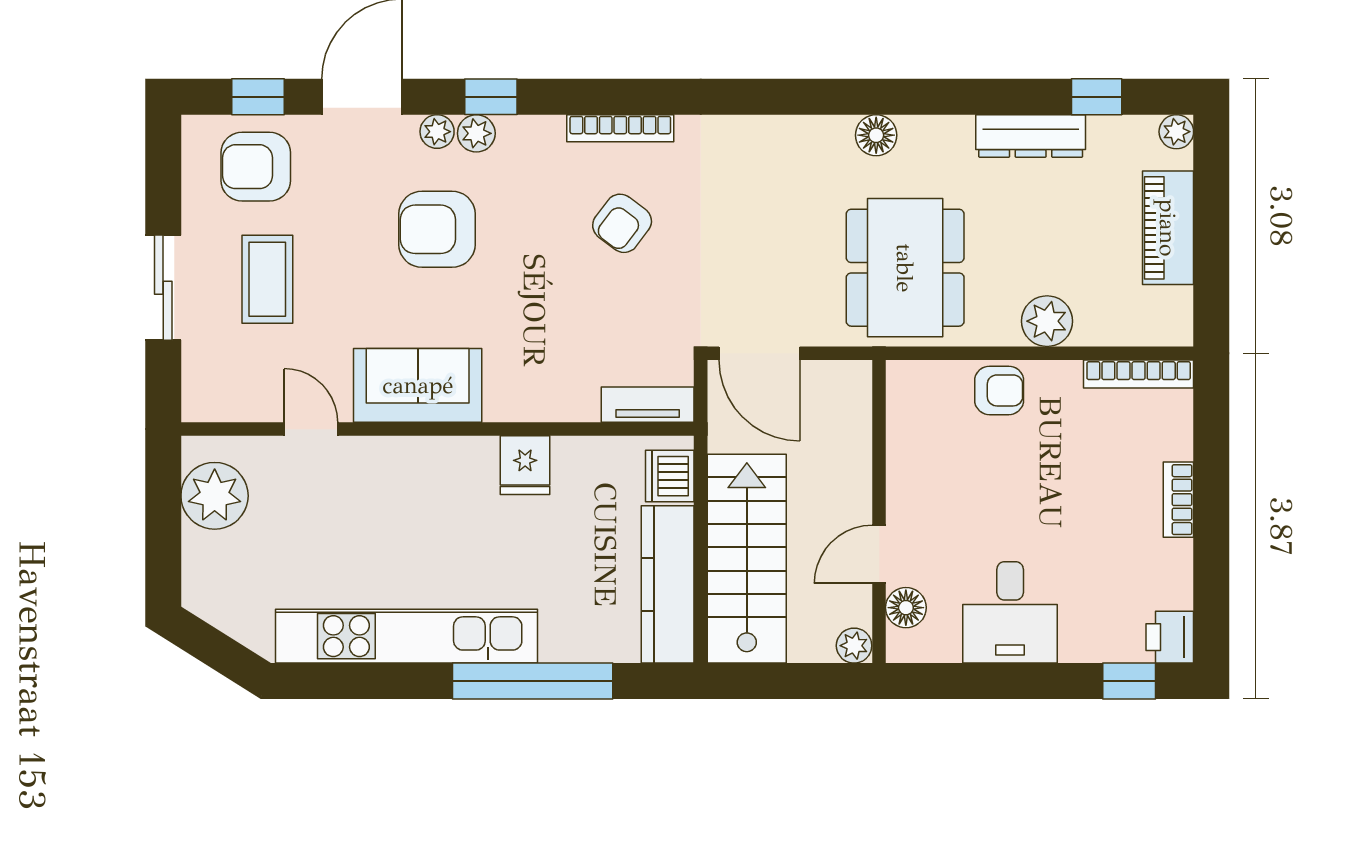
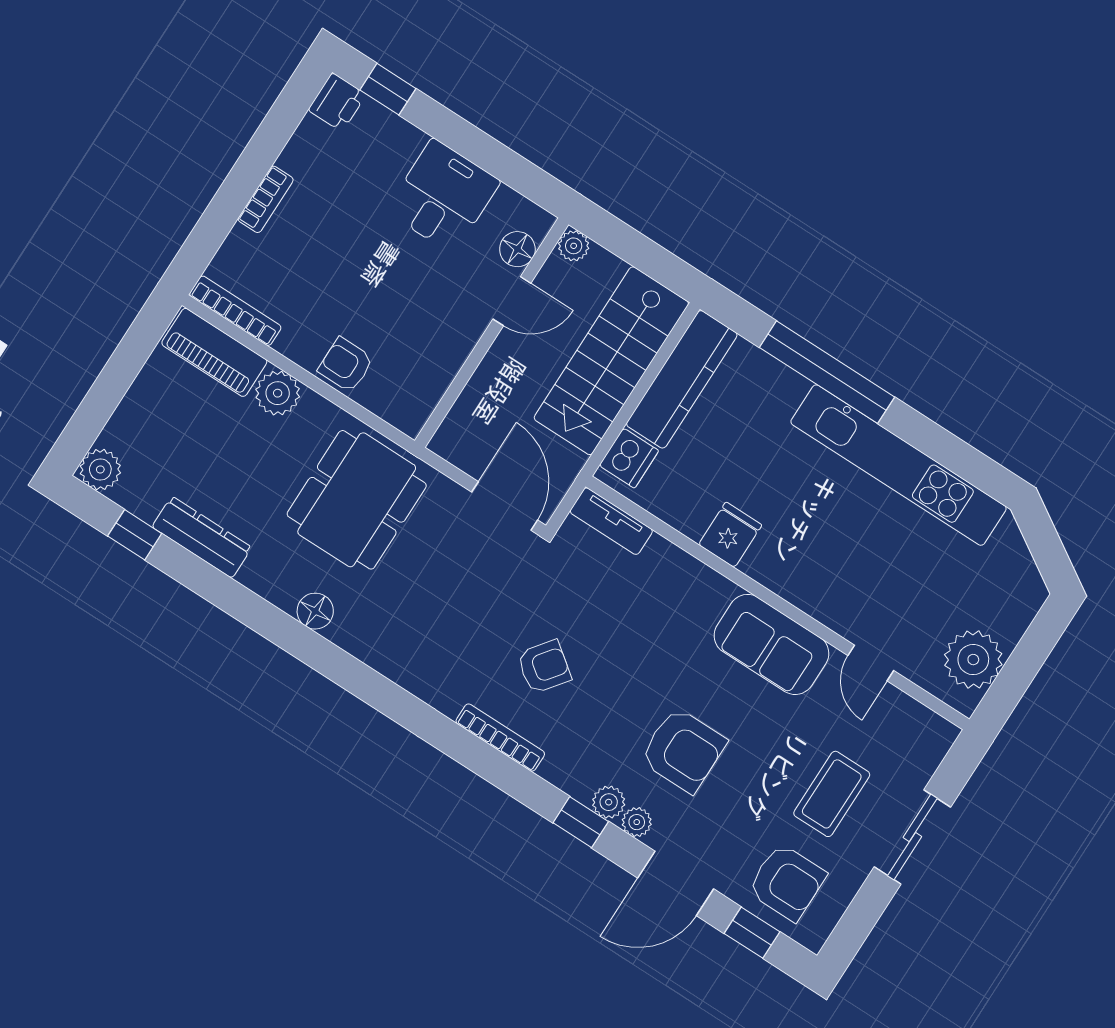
plant: (1176, 132) -> (100, 470), width x1.38, depth x1.38
piano: (1168, 228) -> (214, 352), moved, turned 90

